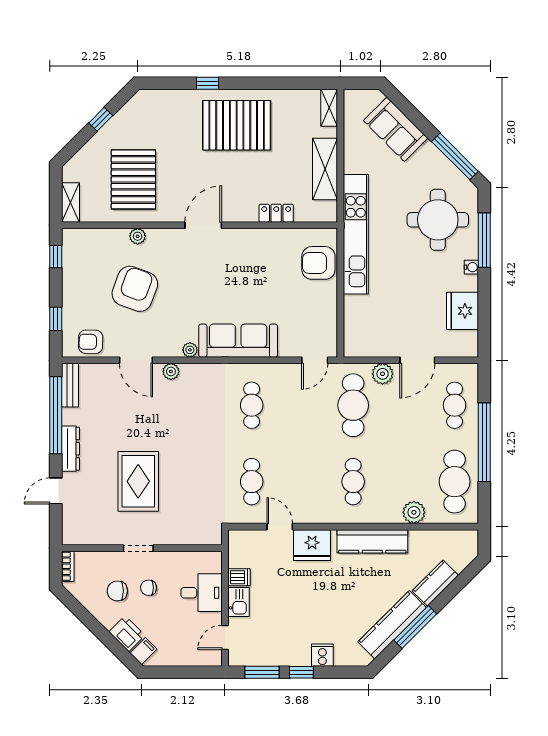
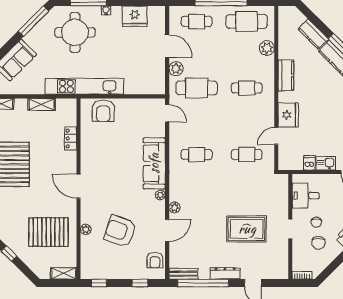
shelving: (325, 169) -> (42, 104), width x0.67, depth x0.75
kitchen counter: (372, 541) -> (286, 75), width x0.67
desk: (202, 593) -> (306, 196), moved, turned -90

